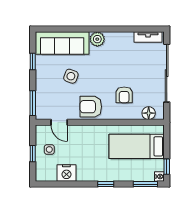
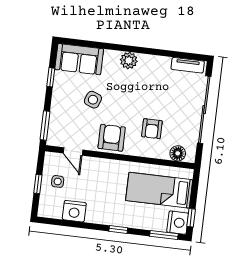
sofa: (62, 43) -> (79, 59), width x0.73
armchair: (91, 107) -> (112, 138), turned 90
nightstand: (159, 177) -> (178, 223), width x1.89, depth x1.79

